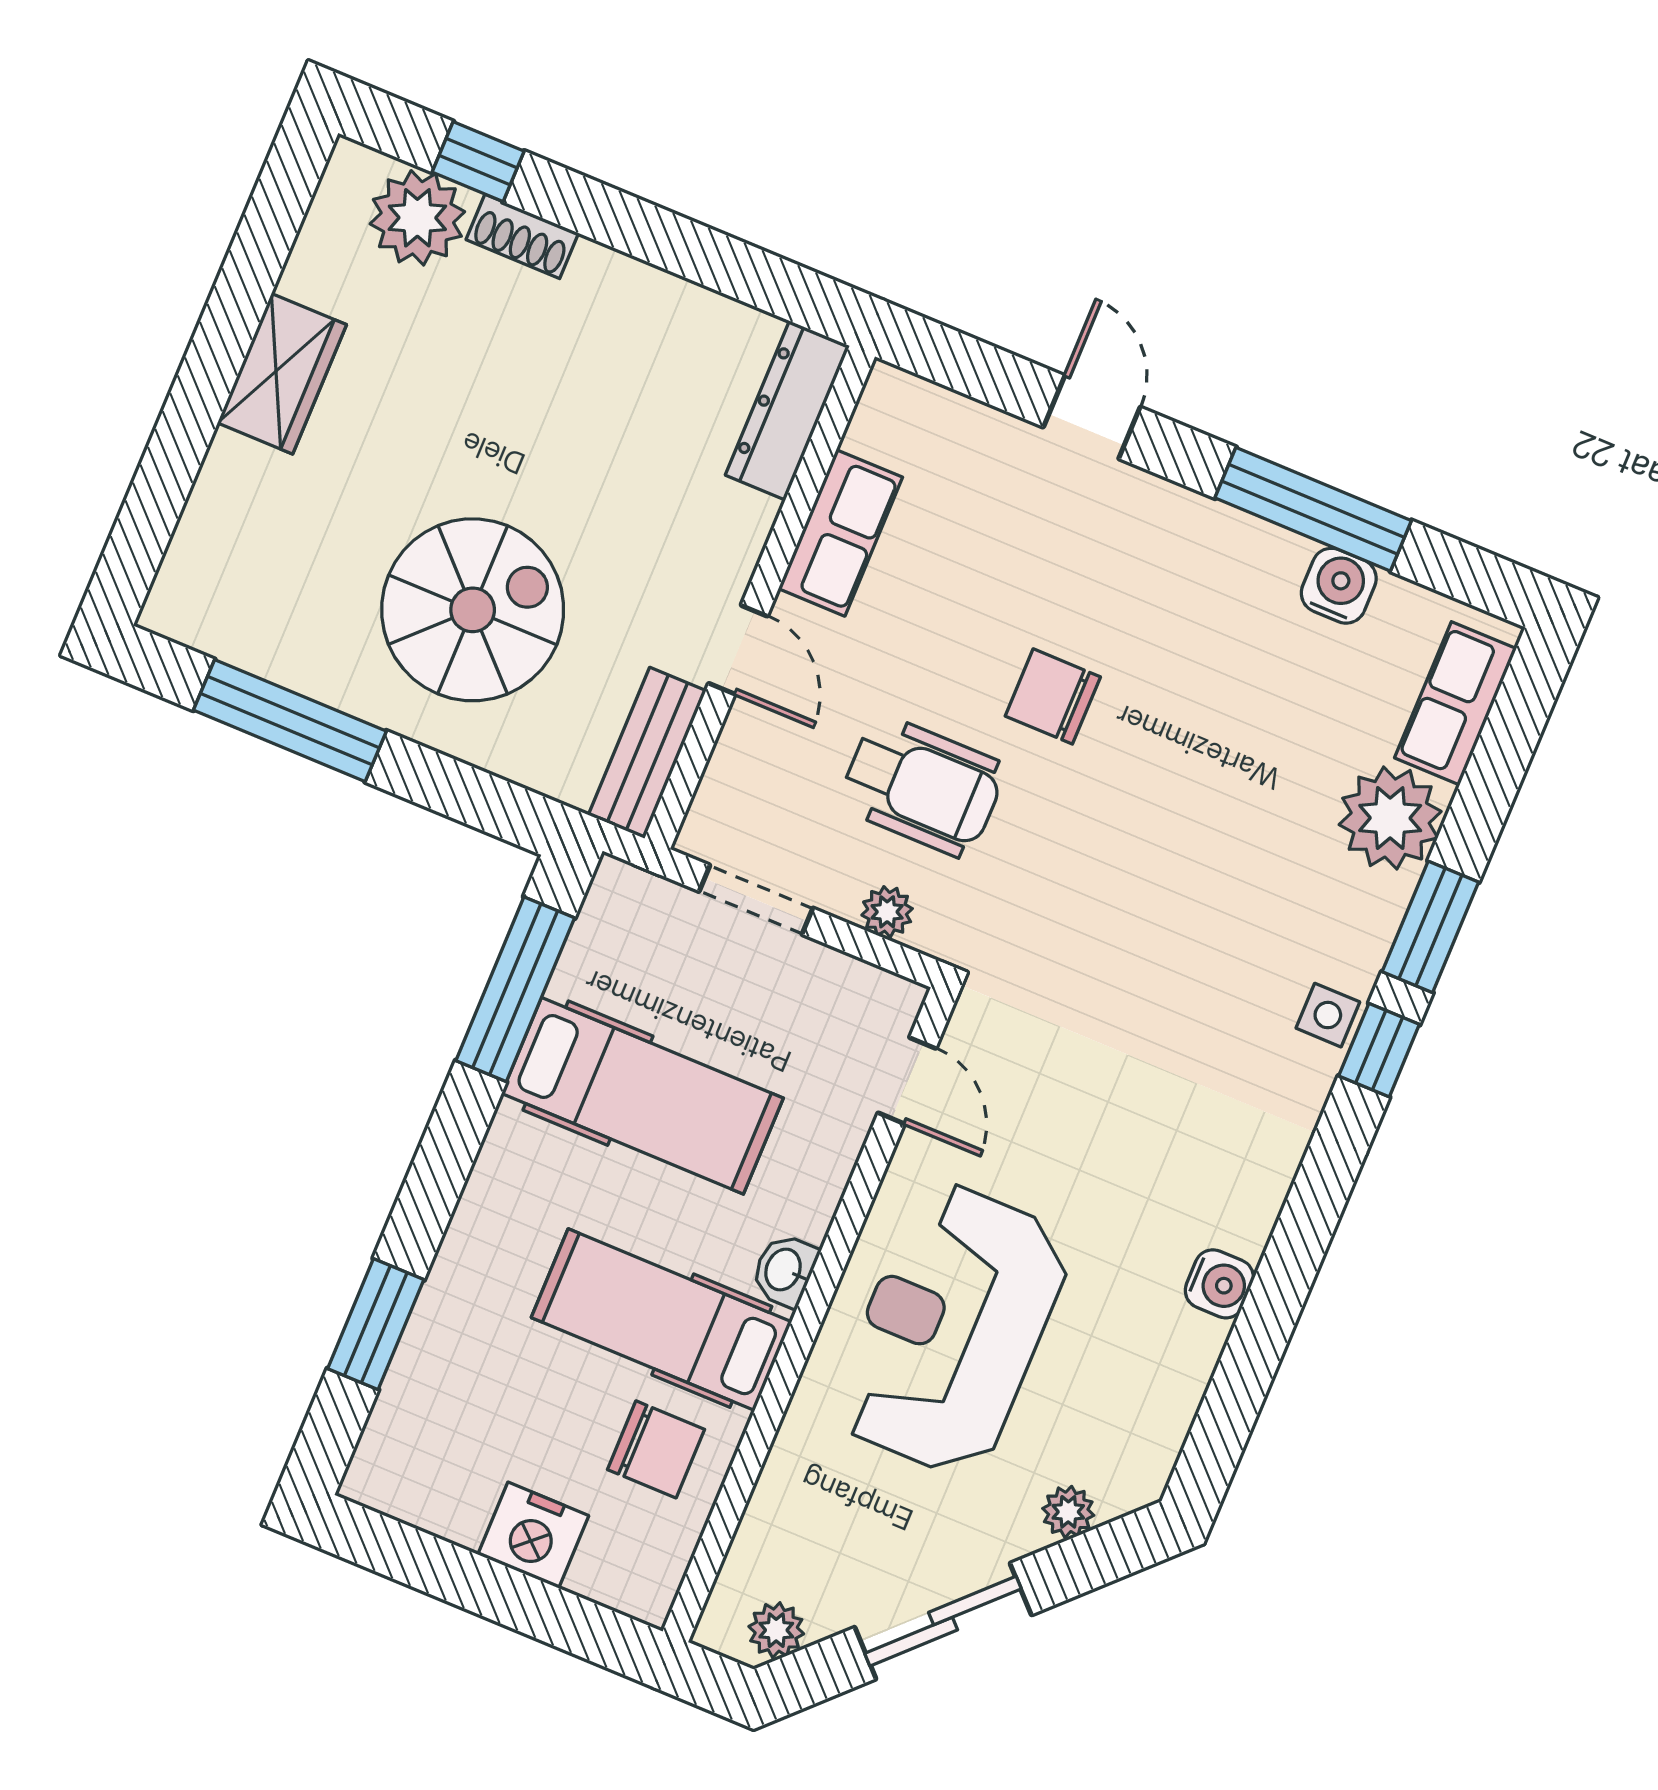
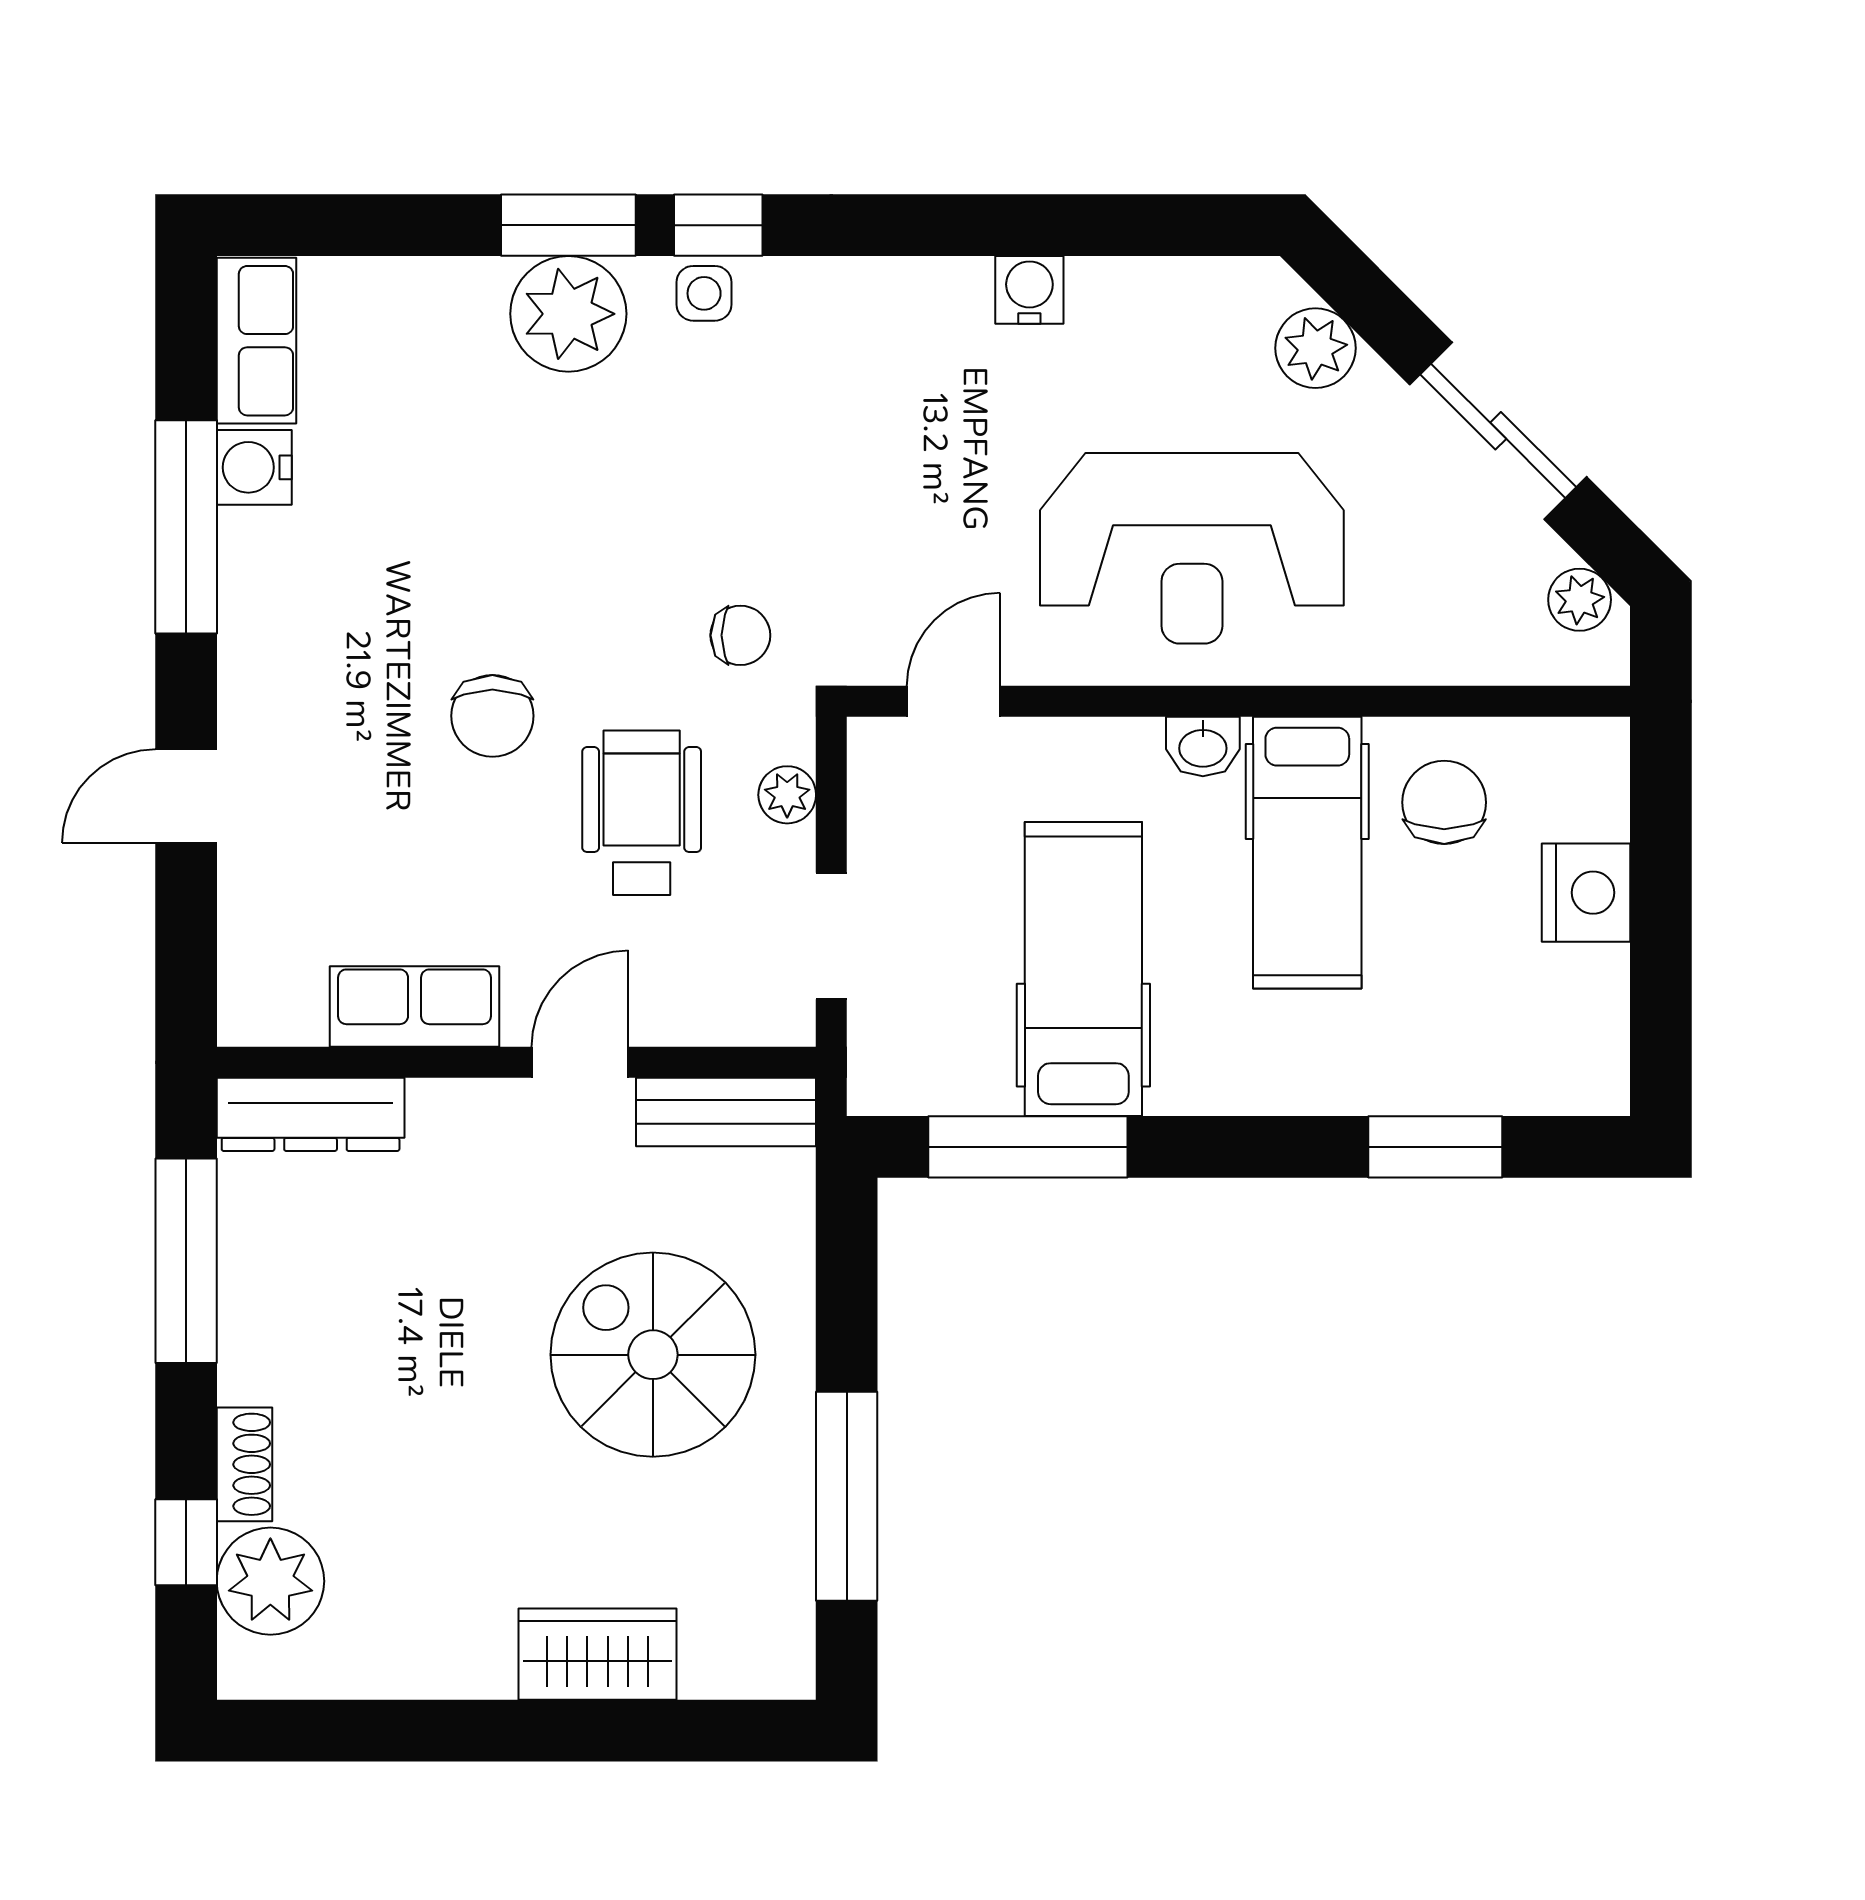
window: (710, 258) -> (186, 1261), added
wardrobe: (282, 374) -> (598, 1654), moved
row of seats: (1456, 703) -> (256, 341), moved, turned -90
plant: (1390, 818) -> (568, 314), moved
chair: (1034, 928) -> (740, 635), added
plant: (1068, 1512) -> (1315, 348), width x1.38, depth x1.38

